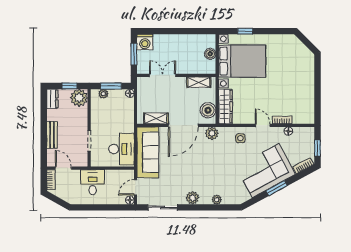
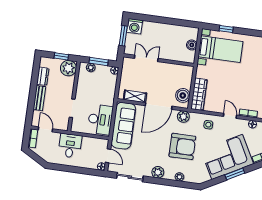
bed with nightstands: (242, 61) -> (220, 49), width x0.73
shelving: (199, 82) -> (178, 69), removed
dresser: (52, 99) -> (43, 76), moved
armchair: (215, 166) -> (182, 146), added
door: (136, 187) -> (108, 156), swing flipped

